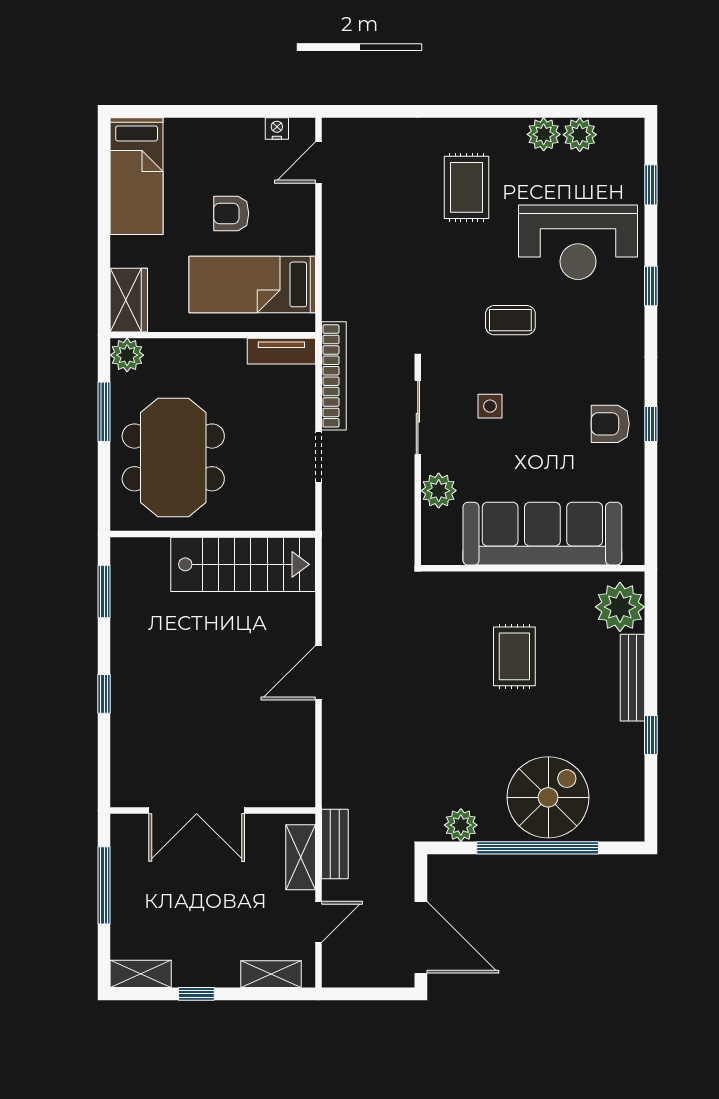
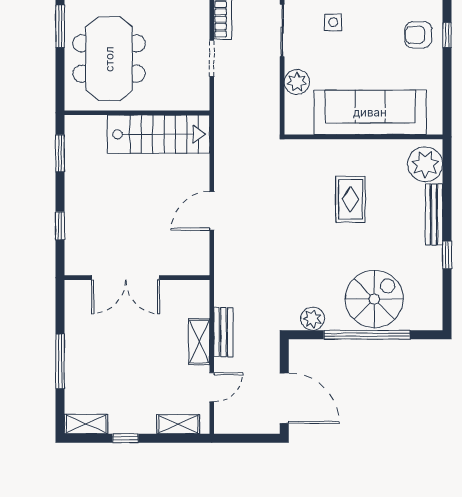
double door: (197, 811) -> (126, 278), moved
wall: (213, 811) -> (137, 278), moved

